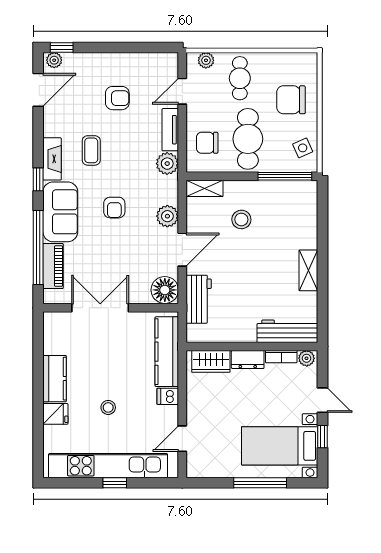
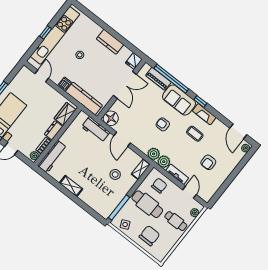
window: (62, 48) -> (248, 156), removed
plant: (167, 216) -> (154, 154), moved
fridge: (55, 414) -> (134, 61), moved

